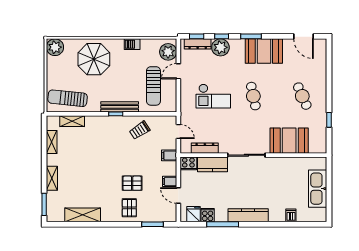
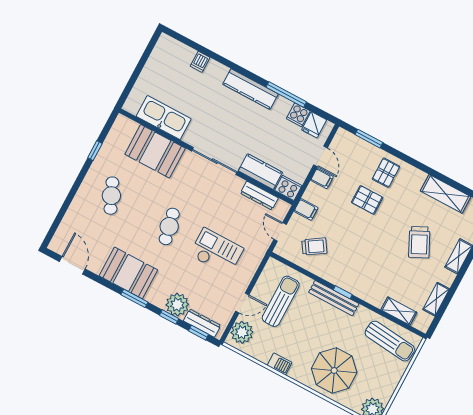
trolley: (140, 130) -> (314, 246), moved
trolley: (83, 174) -> (419, 242), added
kitchen sink: (318, 189) -> (164, 118), moved, turned -90

